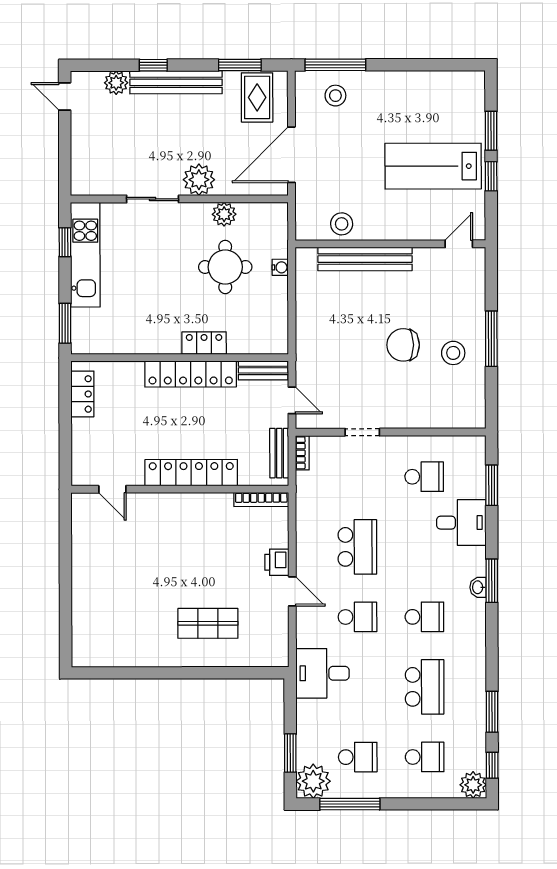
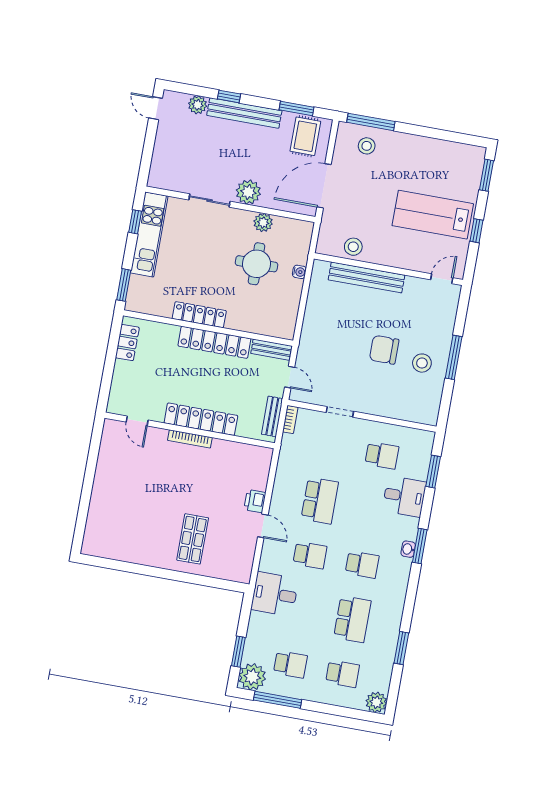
window: (491, 131) -> (486, 175), moved
locker: (204, 343) -> (199, 315), moved, width x1.53
bookcase: (261, 499) -> (190, 439), moved
shop shelf: (208, 623) -> (193, 539), turned 90
window: (492, 765) -> (394, 690), removed

